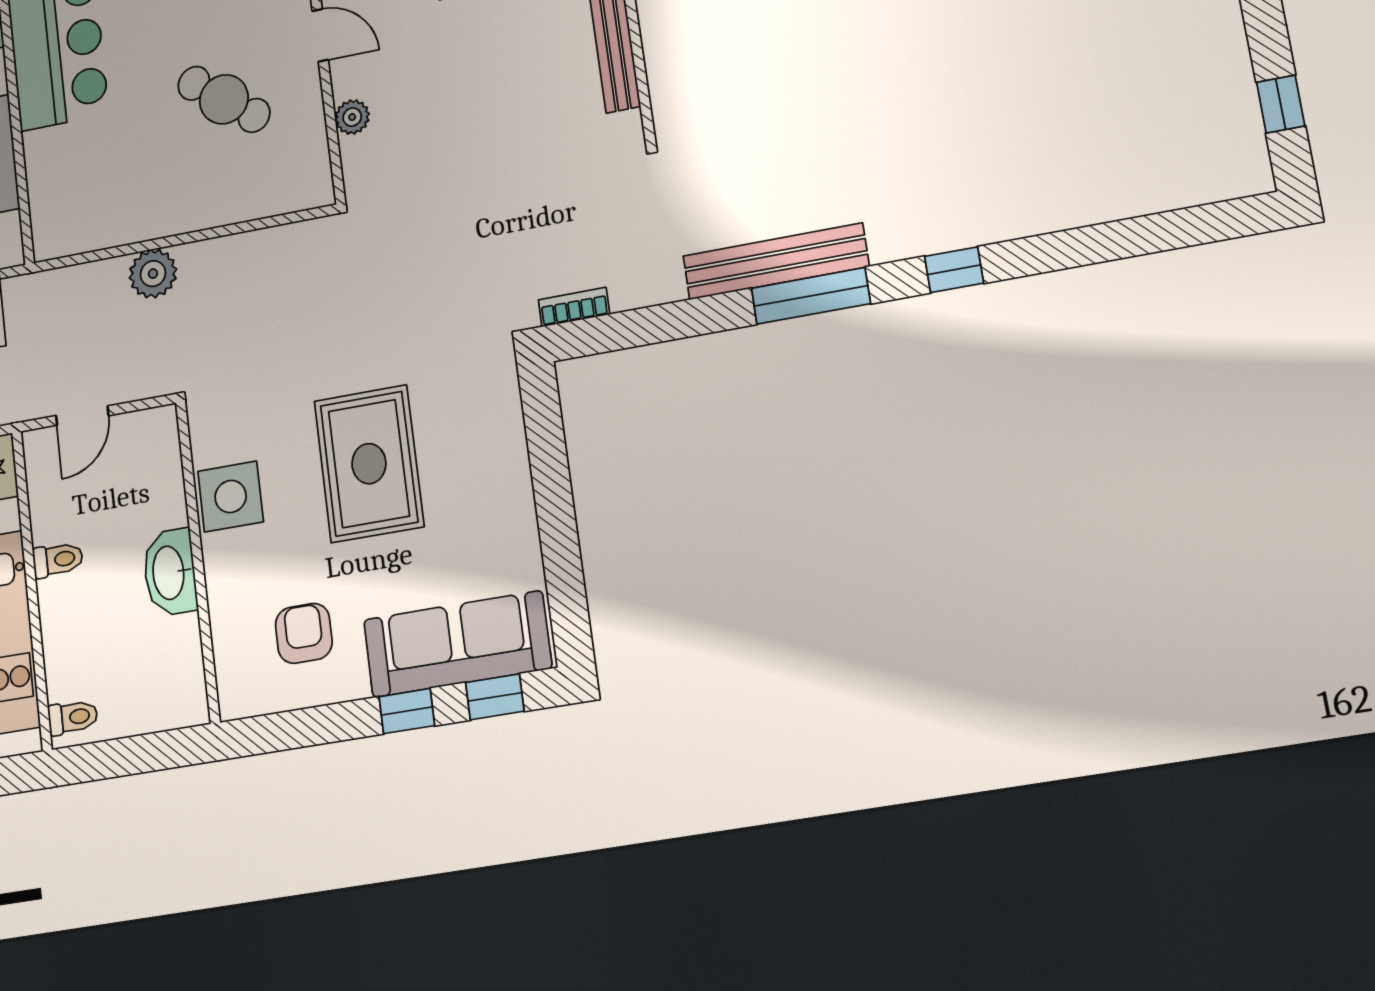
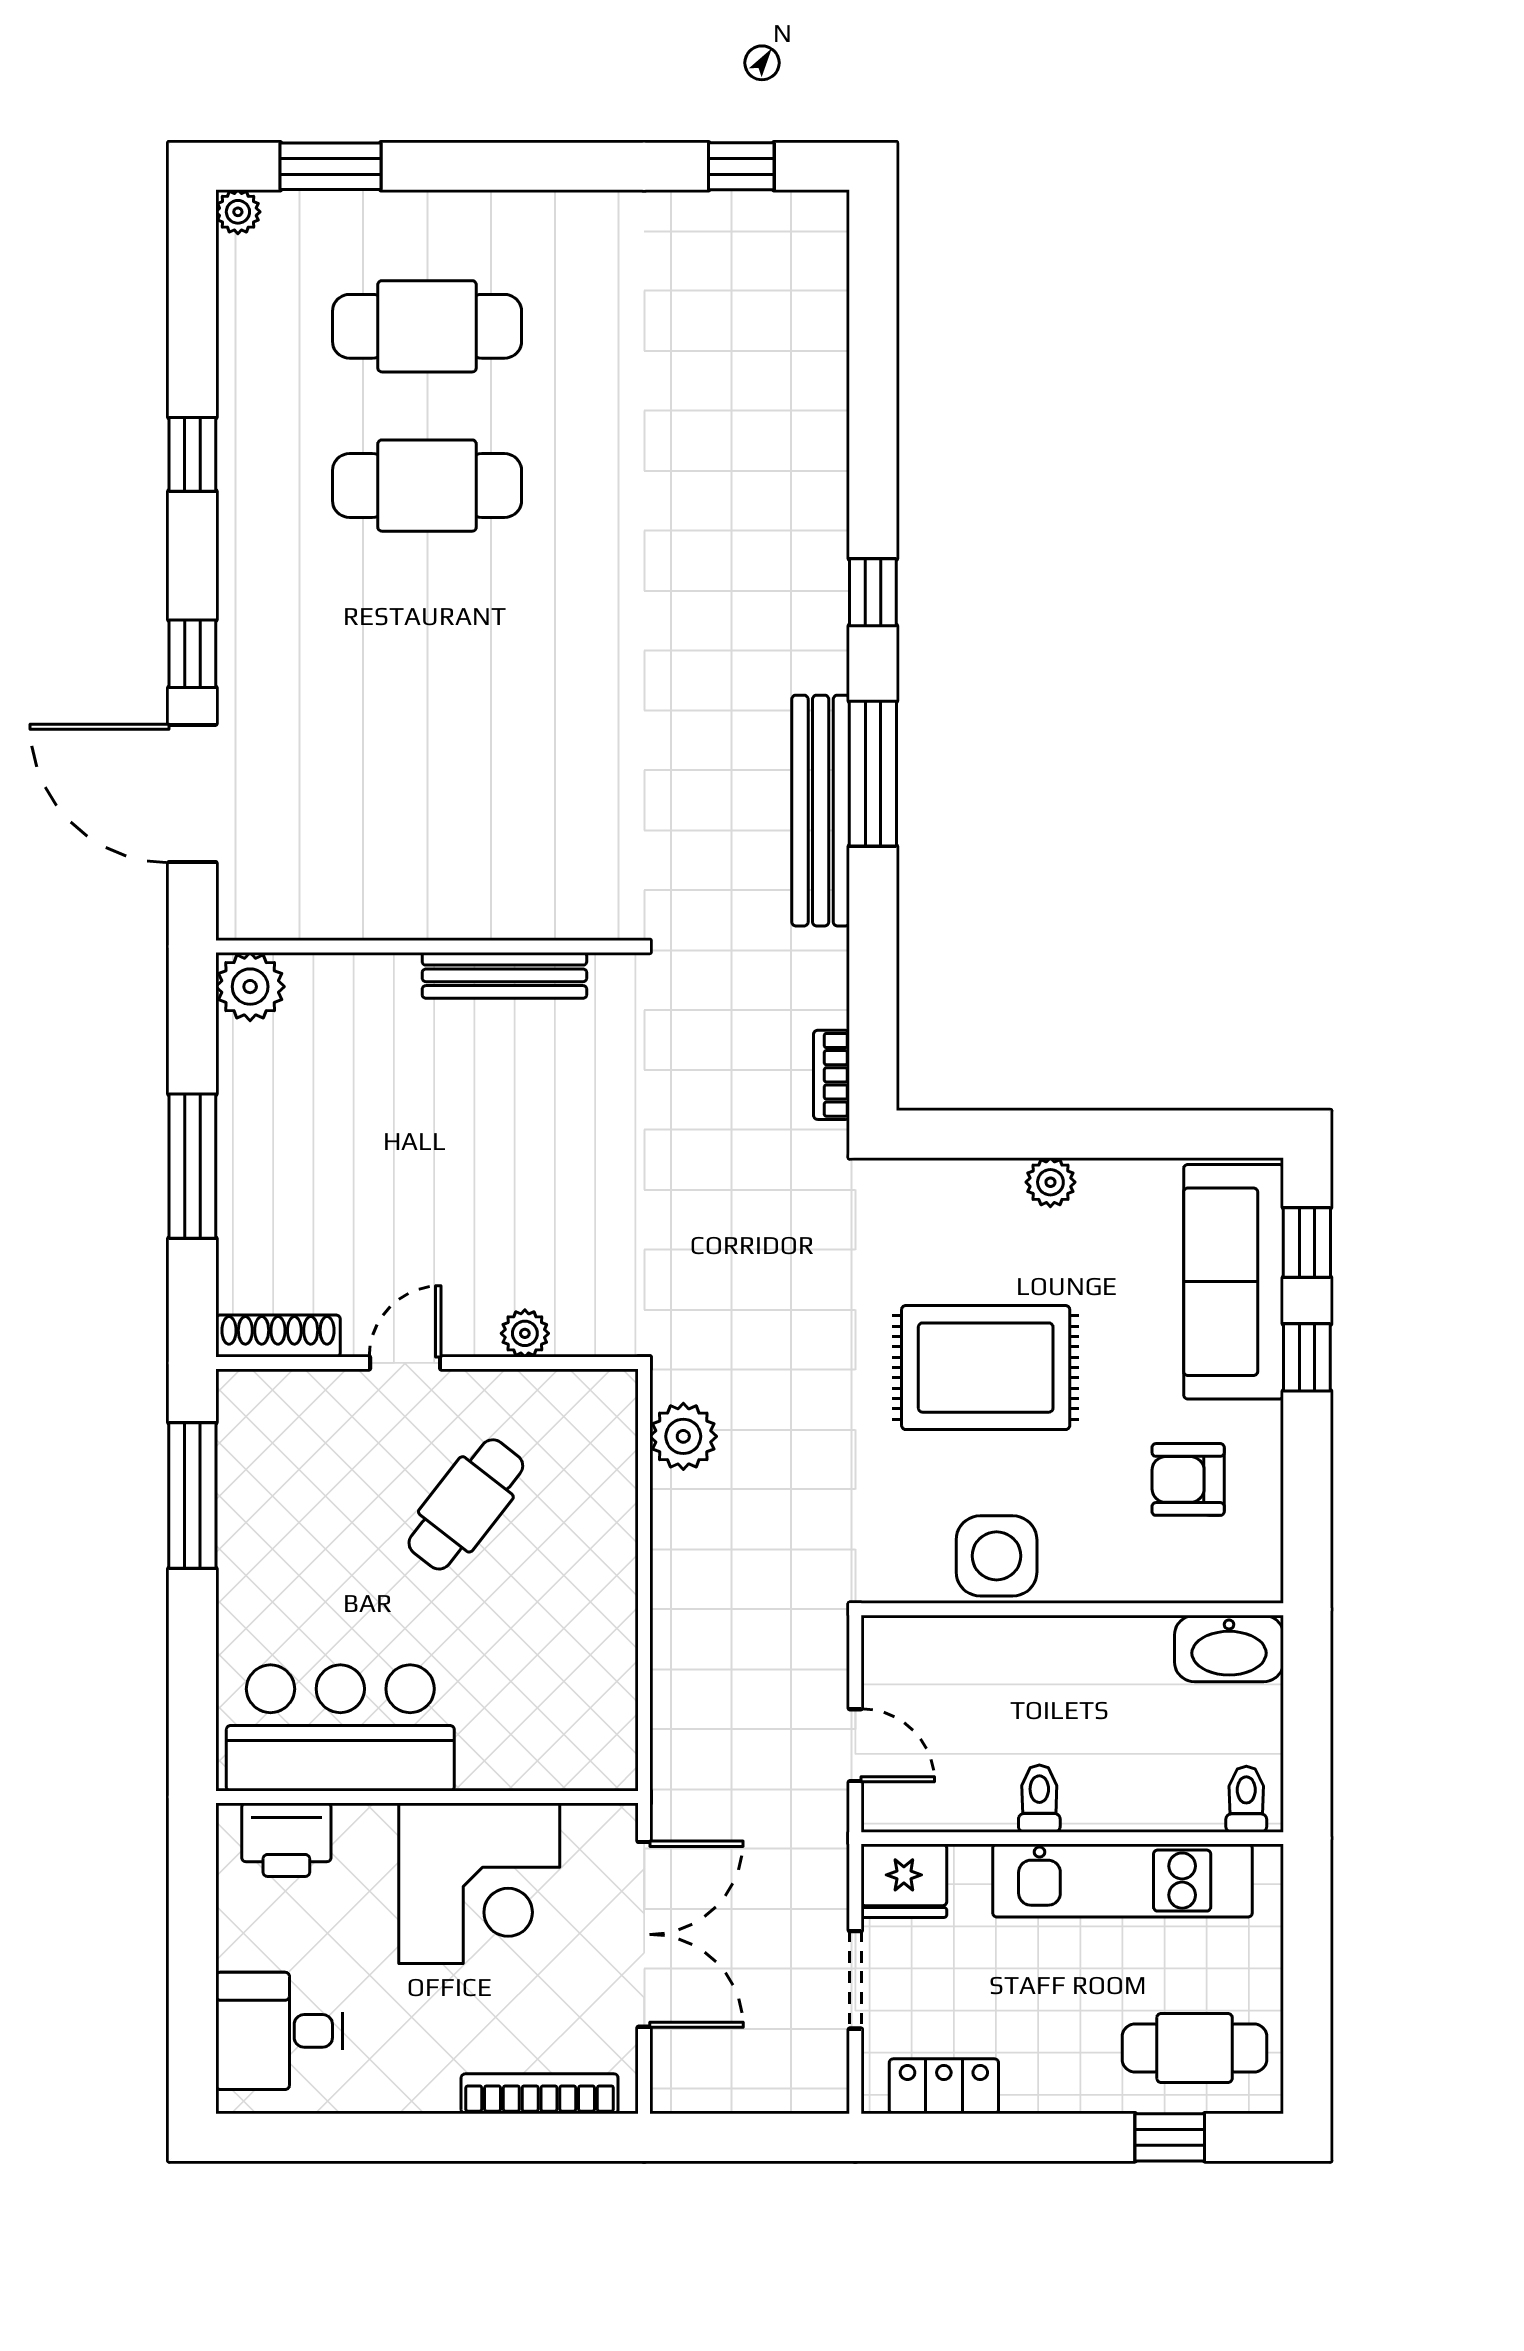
plant: (153, 274) -> (683, 1436), moved
plant: (515, 489) -> (1050, 1182), added
washbasin: (170, 573) -> (1229, 1648), moved

